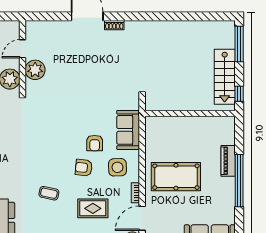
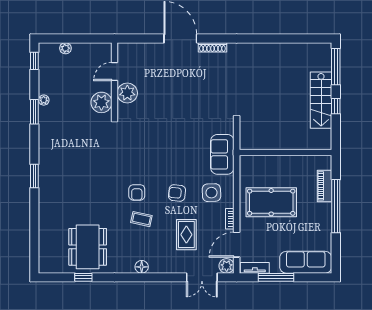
shoe rack: (114, 25) -> (212, 47), width x1.43
window: (239, 94) -> (336, 106), moved
wall: (190, 113) -> (286, 152), moved
armchair: (95, 143) -> (137, 192), moved
rug: (93, 208) -> (186, 235), turned 90

